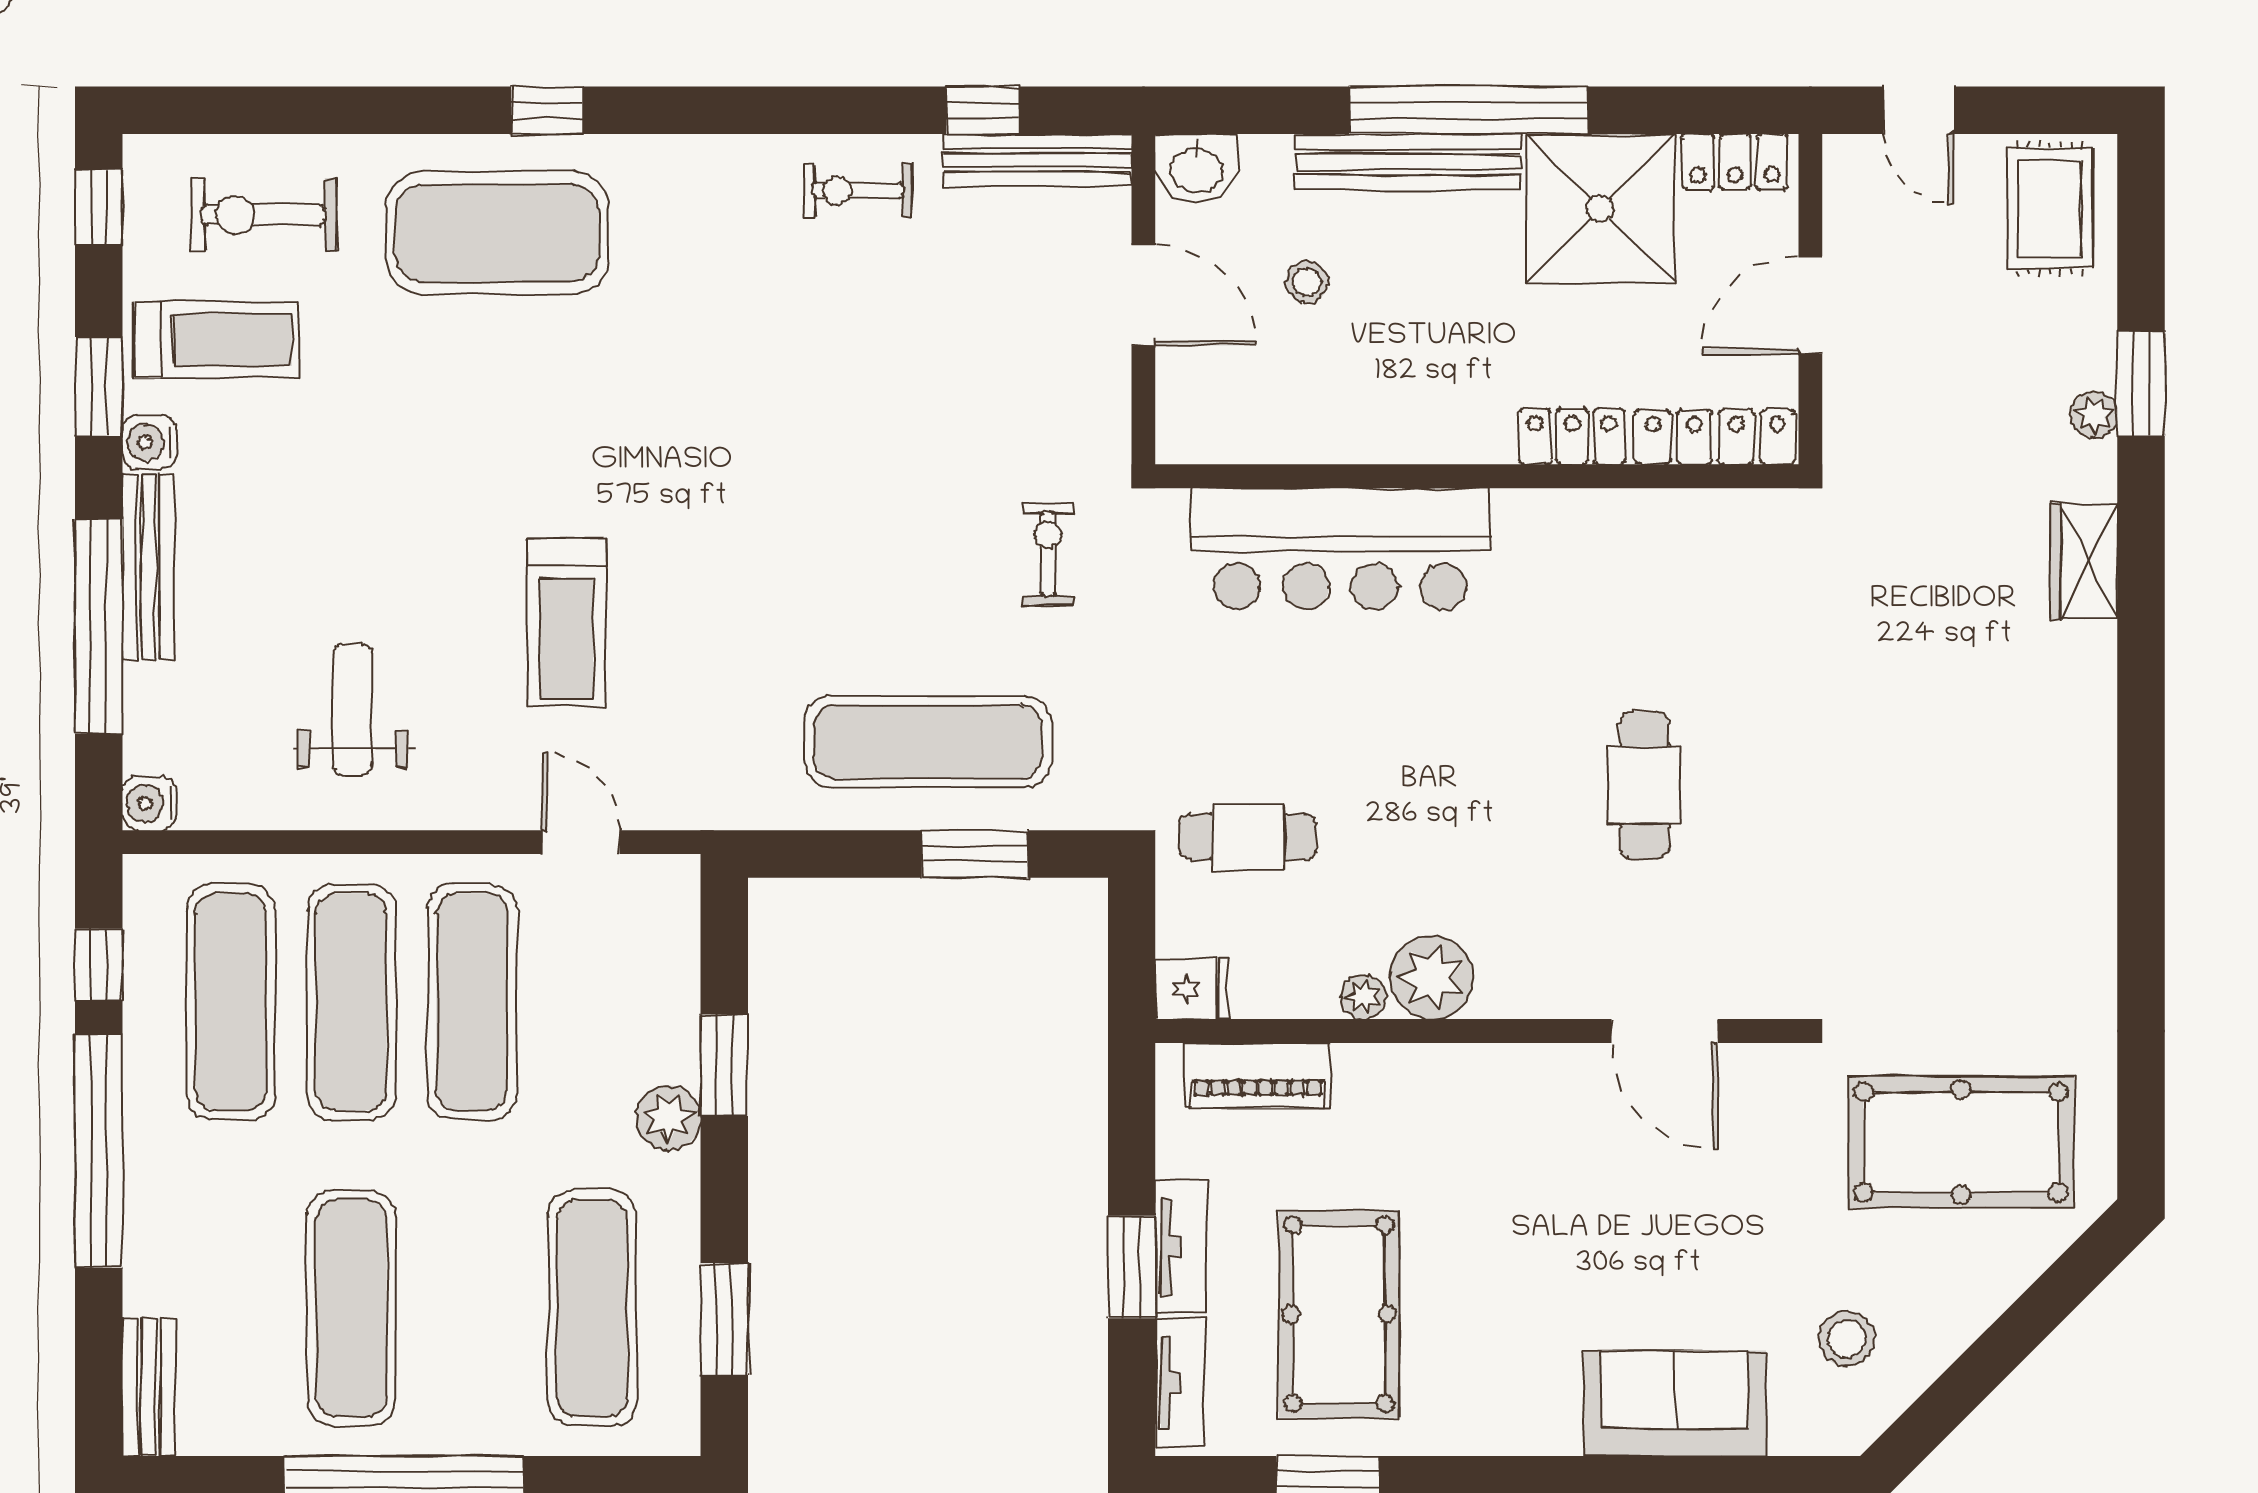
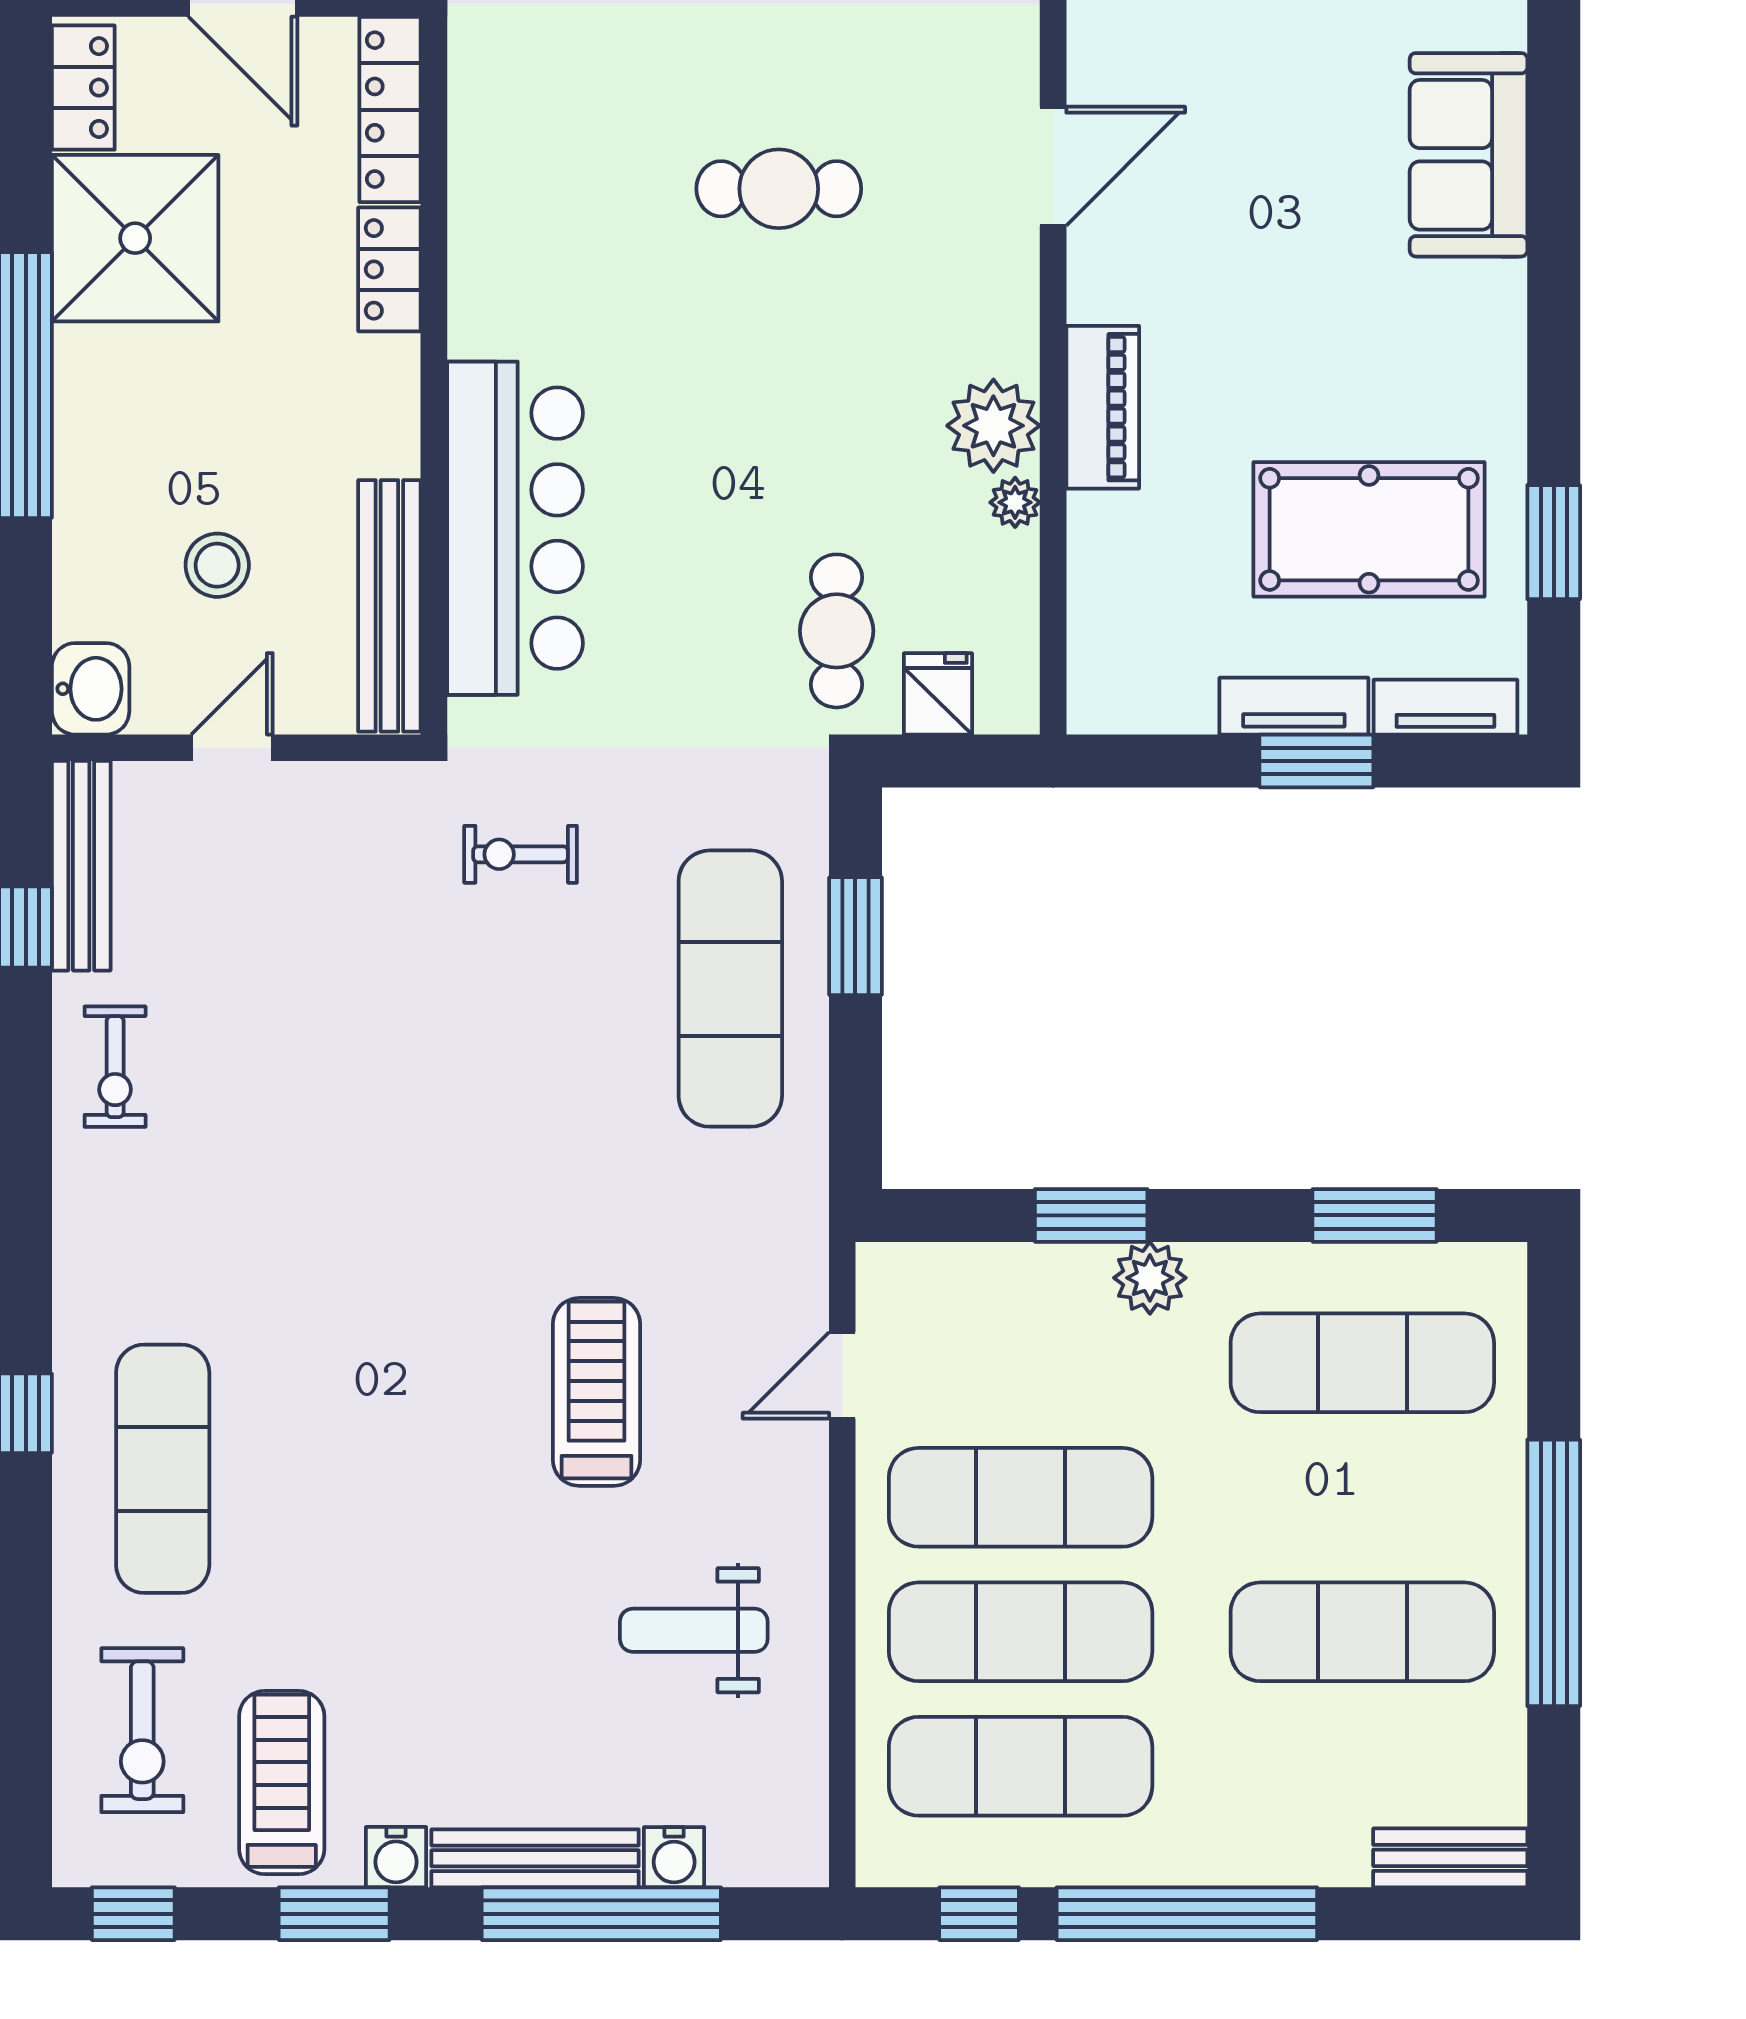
bench: (1408, 162) -> (389, 606), moved
exercise mat: (497, 233) -> (163, 1469), width x0.68
stool: (1307, 282) -> (217, 565), width x1.37, depth x1.37
door: (1143, 295) -> (232, 748), width x0.73
treadmill: (566, 622) -> (597, 1392), turned -90
water cooler: (149, 803) -> (674, 1857), moved
fridge: (1192, 989) -> (938, 694), moved
piano: (1258, 1075) -> (1103, 407), moved

